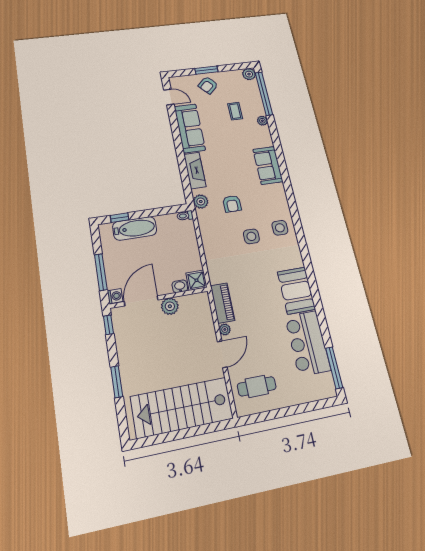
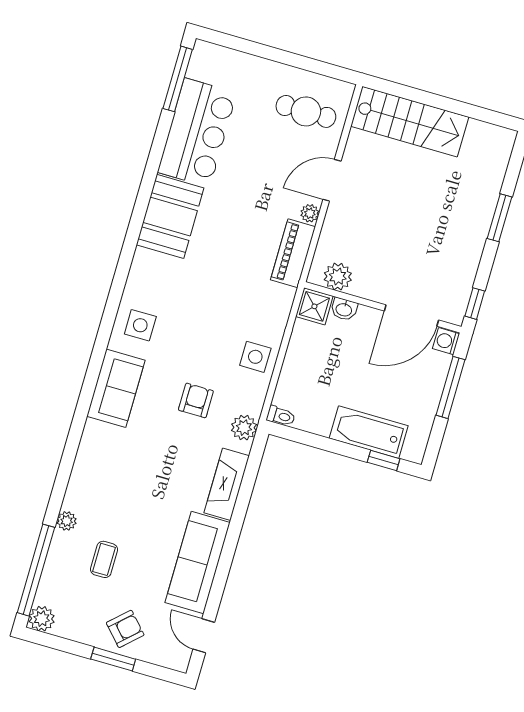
sofa: (268, 165) -> (116, 388), moved
side table: (251, 236) -> (255, 357), moved
plant: (170, 306) -> (338, 277), moved
stairs: (182, 408) -> (410, 122), width x0.73, depth x0.66

